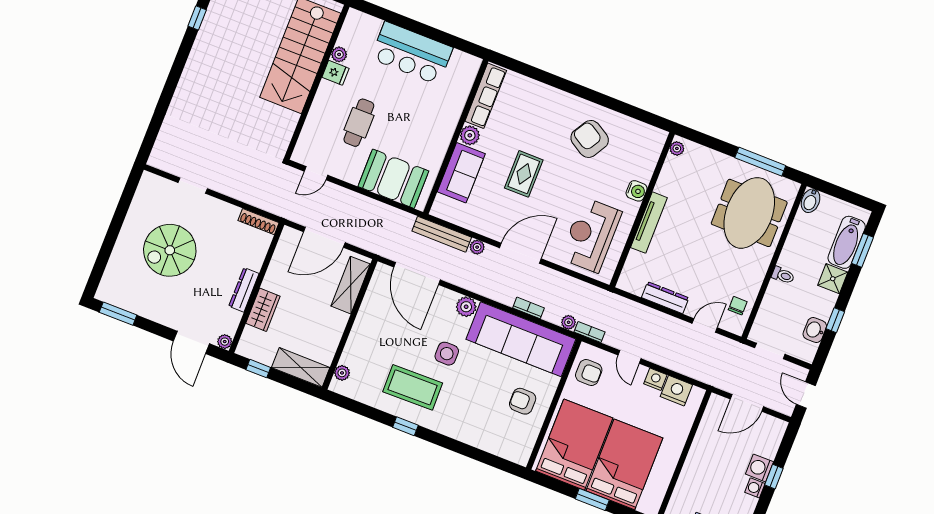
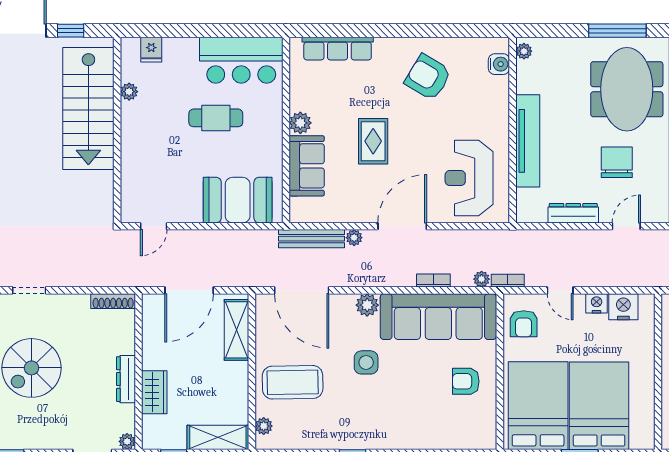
bar counter: (412, 53) -> (241, 60), moved
fridge: (335, 73) -> (151, 50), moved, turned 90
row of seats: (486, 96) -> (338, 49), moved, turned 90
cafe table: (359, 123) -> (216, 118), moved, turned 90
water cooler: (637, 191) -> (499, 64), moved
tv unit: (649, 223) -> (528, 141), width x1.36, depth x1.29
chair: (738, 306) -> (617, 162), moved, width x1.87, depth x1.87
armchair: (589, 373) -> (524, 324), turned 90
coffee table: (413, 387) -> (293, 382), moved

